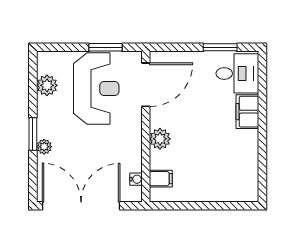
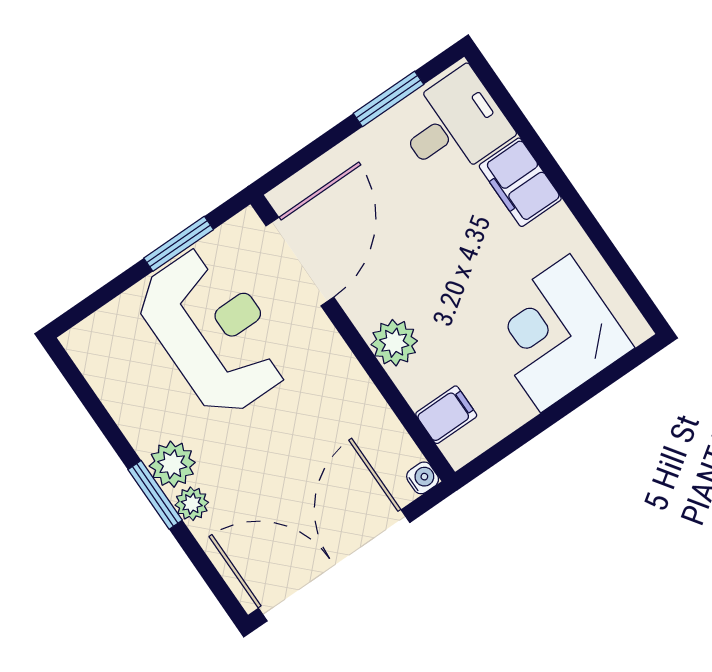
plant: (47, 85) -> (172, 464), moved
corner desk: (222, 176) -> (555, 333), added
water cooler: (136, 179) -> (423, 478), moved

